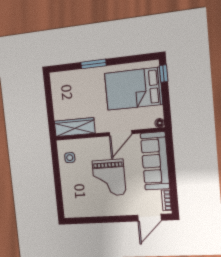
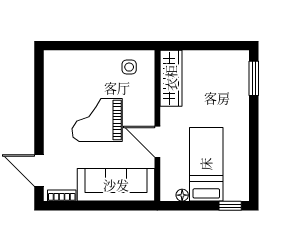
window: (93, 64) -> (254, 78), moved
bed: (133, 89) -> (206, 164), width x0.67
floor lamp: (160, 123) -> (182, 195), moved

